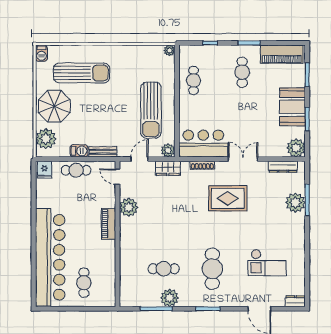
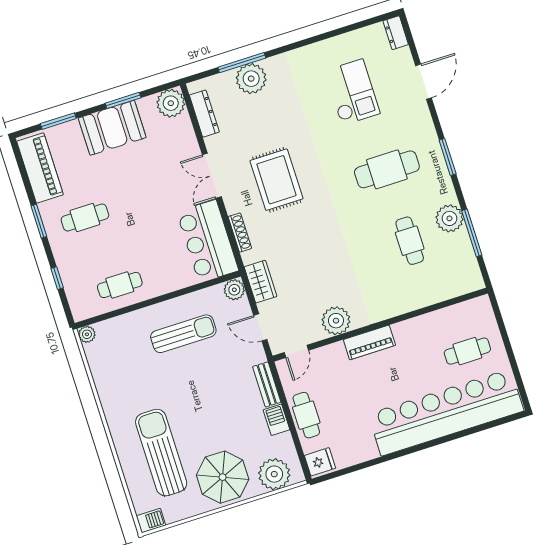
sun lounger: (151, 110) -> (183, 334), width x0.73, depth x0.75

